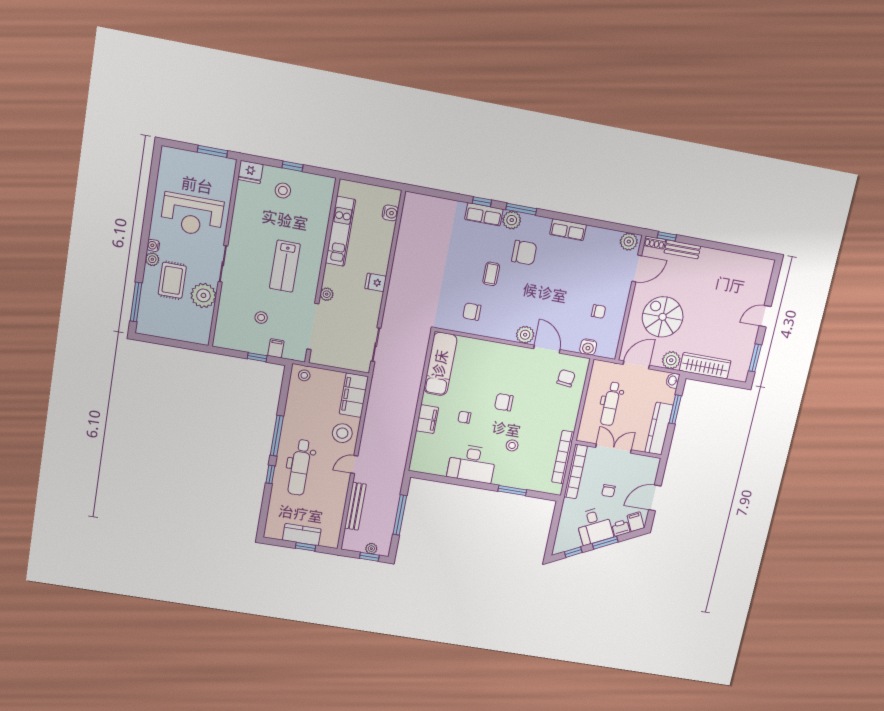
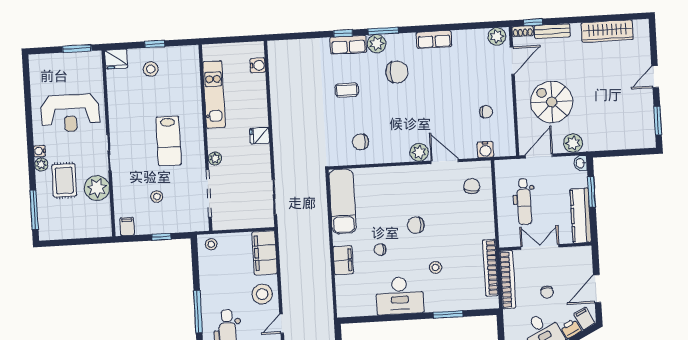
coffee table: (491, 274) -> (347, 90), moved, turned 90
filing cabinet: (276, 348) -> (127, 227), moved
wardrobe: (705, 366) -> (607, 31), moved, turned 180

